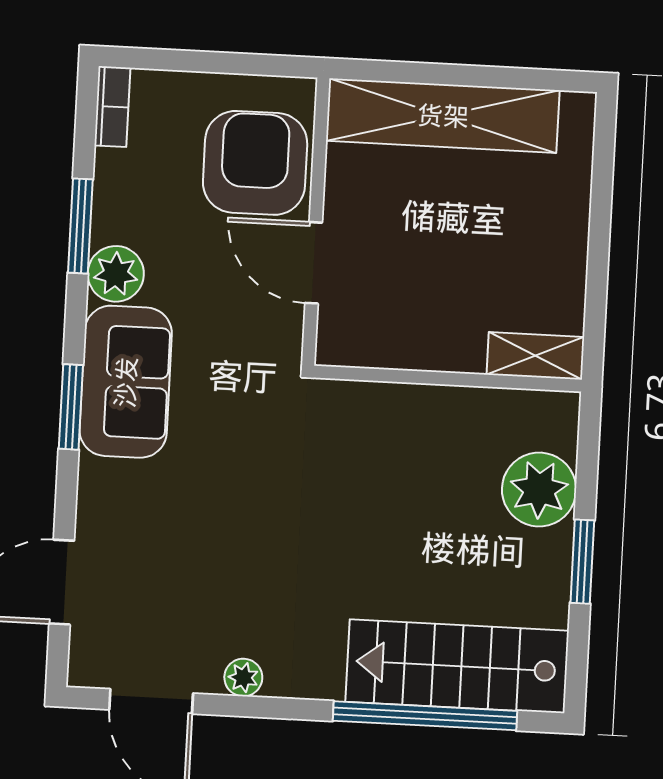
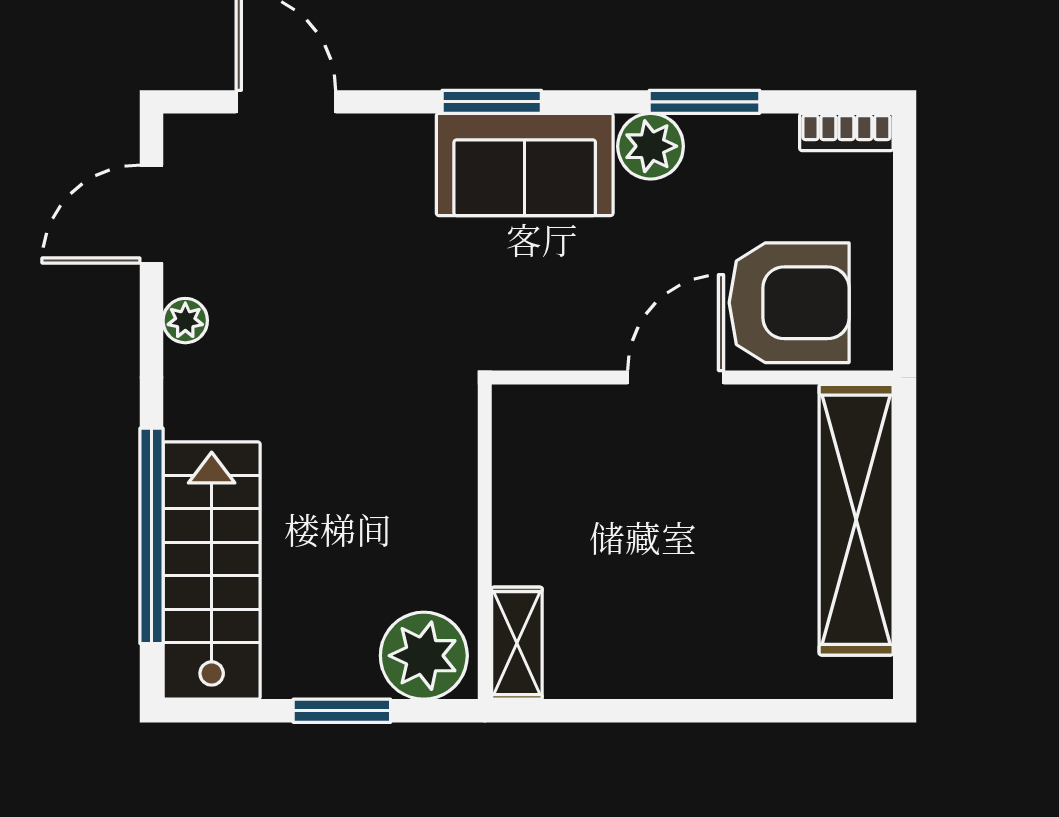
shelving: (535, 356) -> (517, 643), moved
wall: (448, 379) -> (485, 542), moved

